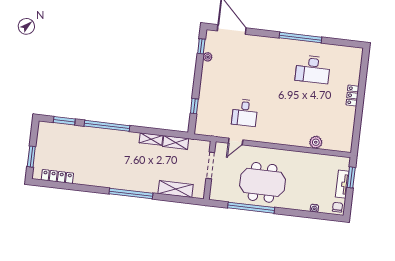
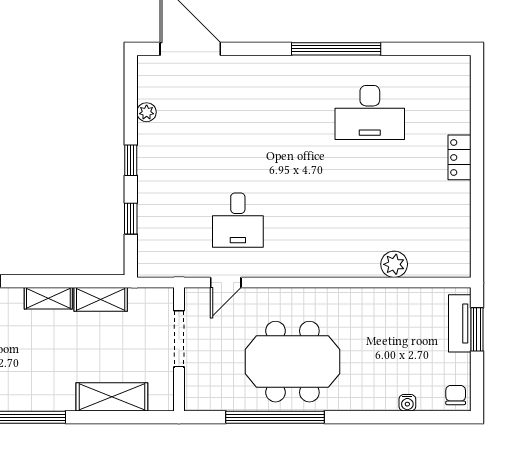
window: (201, 46) -> (131, 160), moved
tv unit: (342, 184) -> (460, 323), moved

